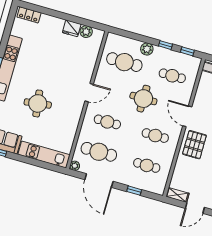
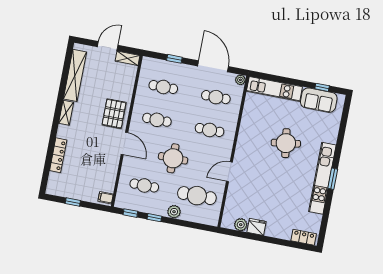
door: (89, 93) -> (229, 172), moved
cafe table: (99, 152) -> (216, 97), width x0.73, depth x0.74

